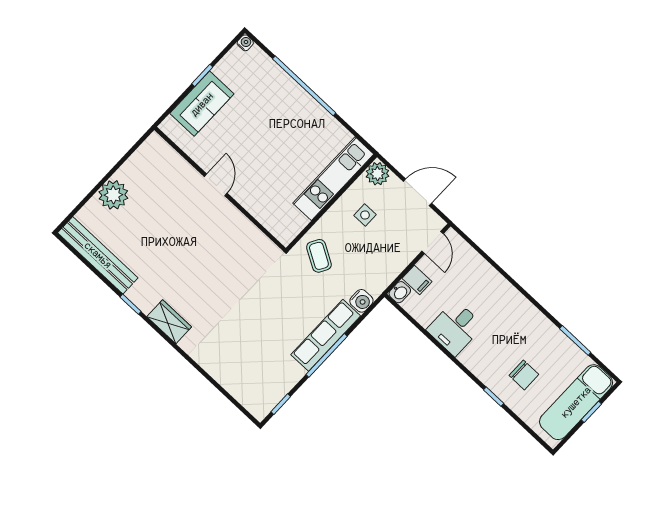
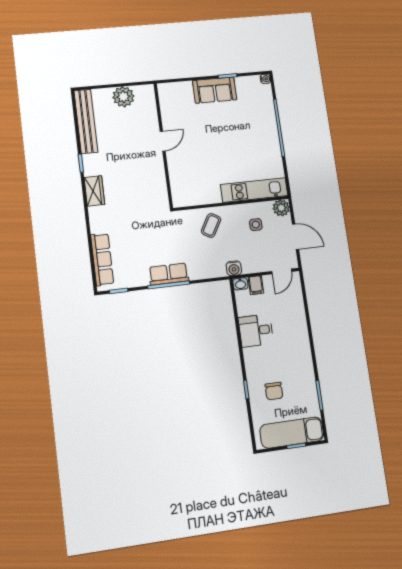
door: (216, 185) -> (163, 141), moved
wall: (220, 189) -> (163, 145), moved
water cooler: (361, 301) -> (234, 268), moved
row of seats: (326, 335) -> (169, 274), width x0.68
row of seats: (237, 386) -> (102, 259), added

